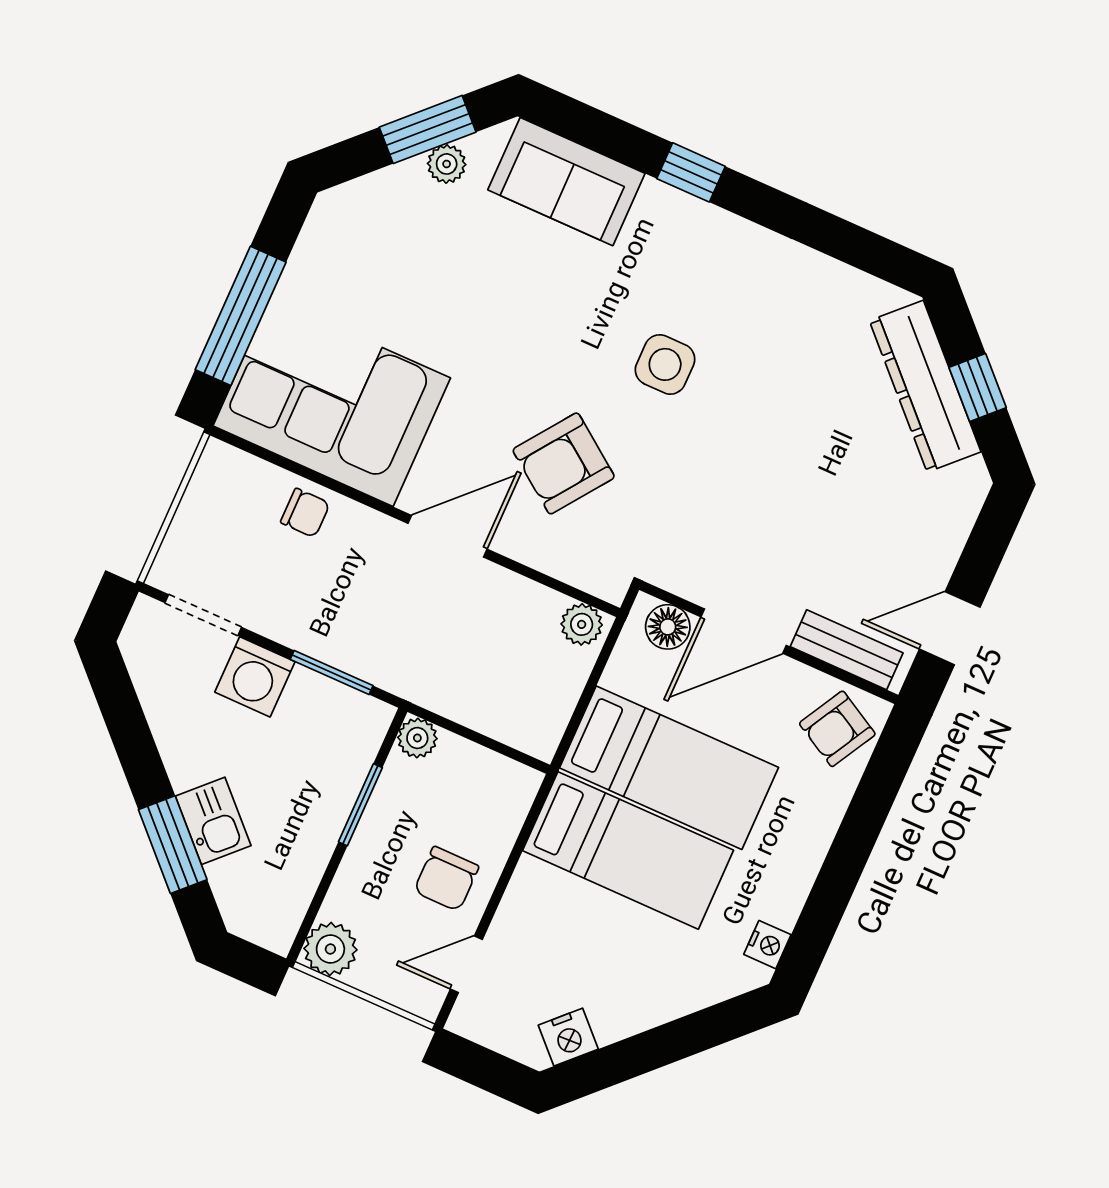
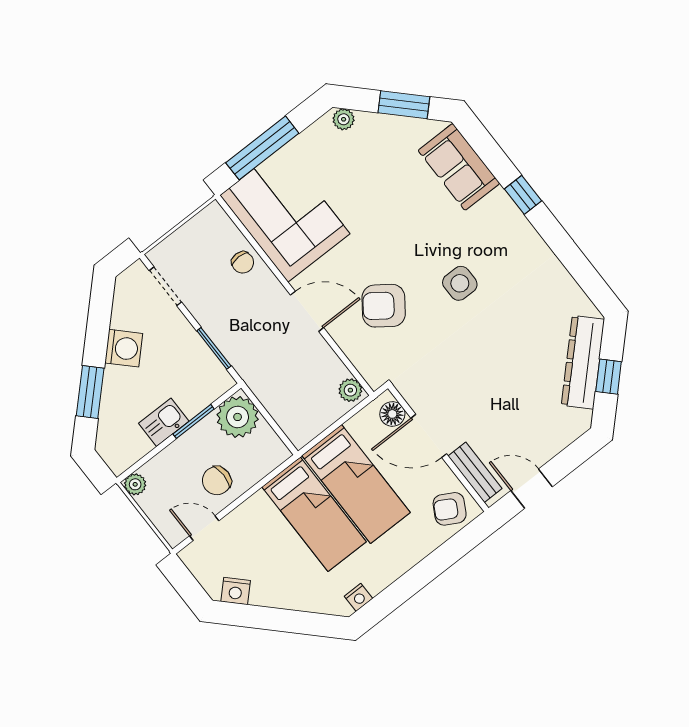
plant: (447, 164) -> (344, 119), moved
washing machine: (255, 677) -> (124, 348), moved, turned -135
plant: (417, 738) -> (238, 417), width x1.87, depth x1.87
kitchen sink: (213, 821) -> (164, 422), moved, turned -135
plant: (330, 949) -> (135, 484), width x0.73, depth x0.73

